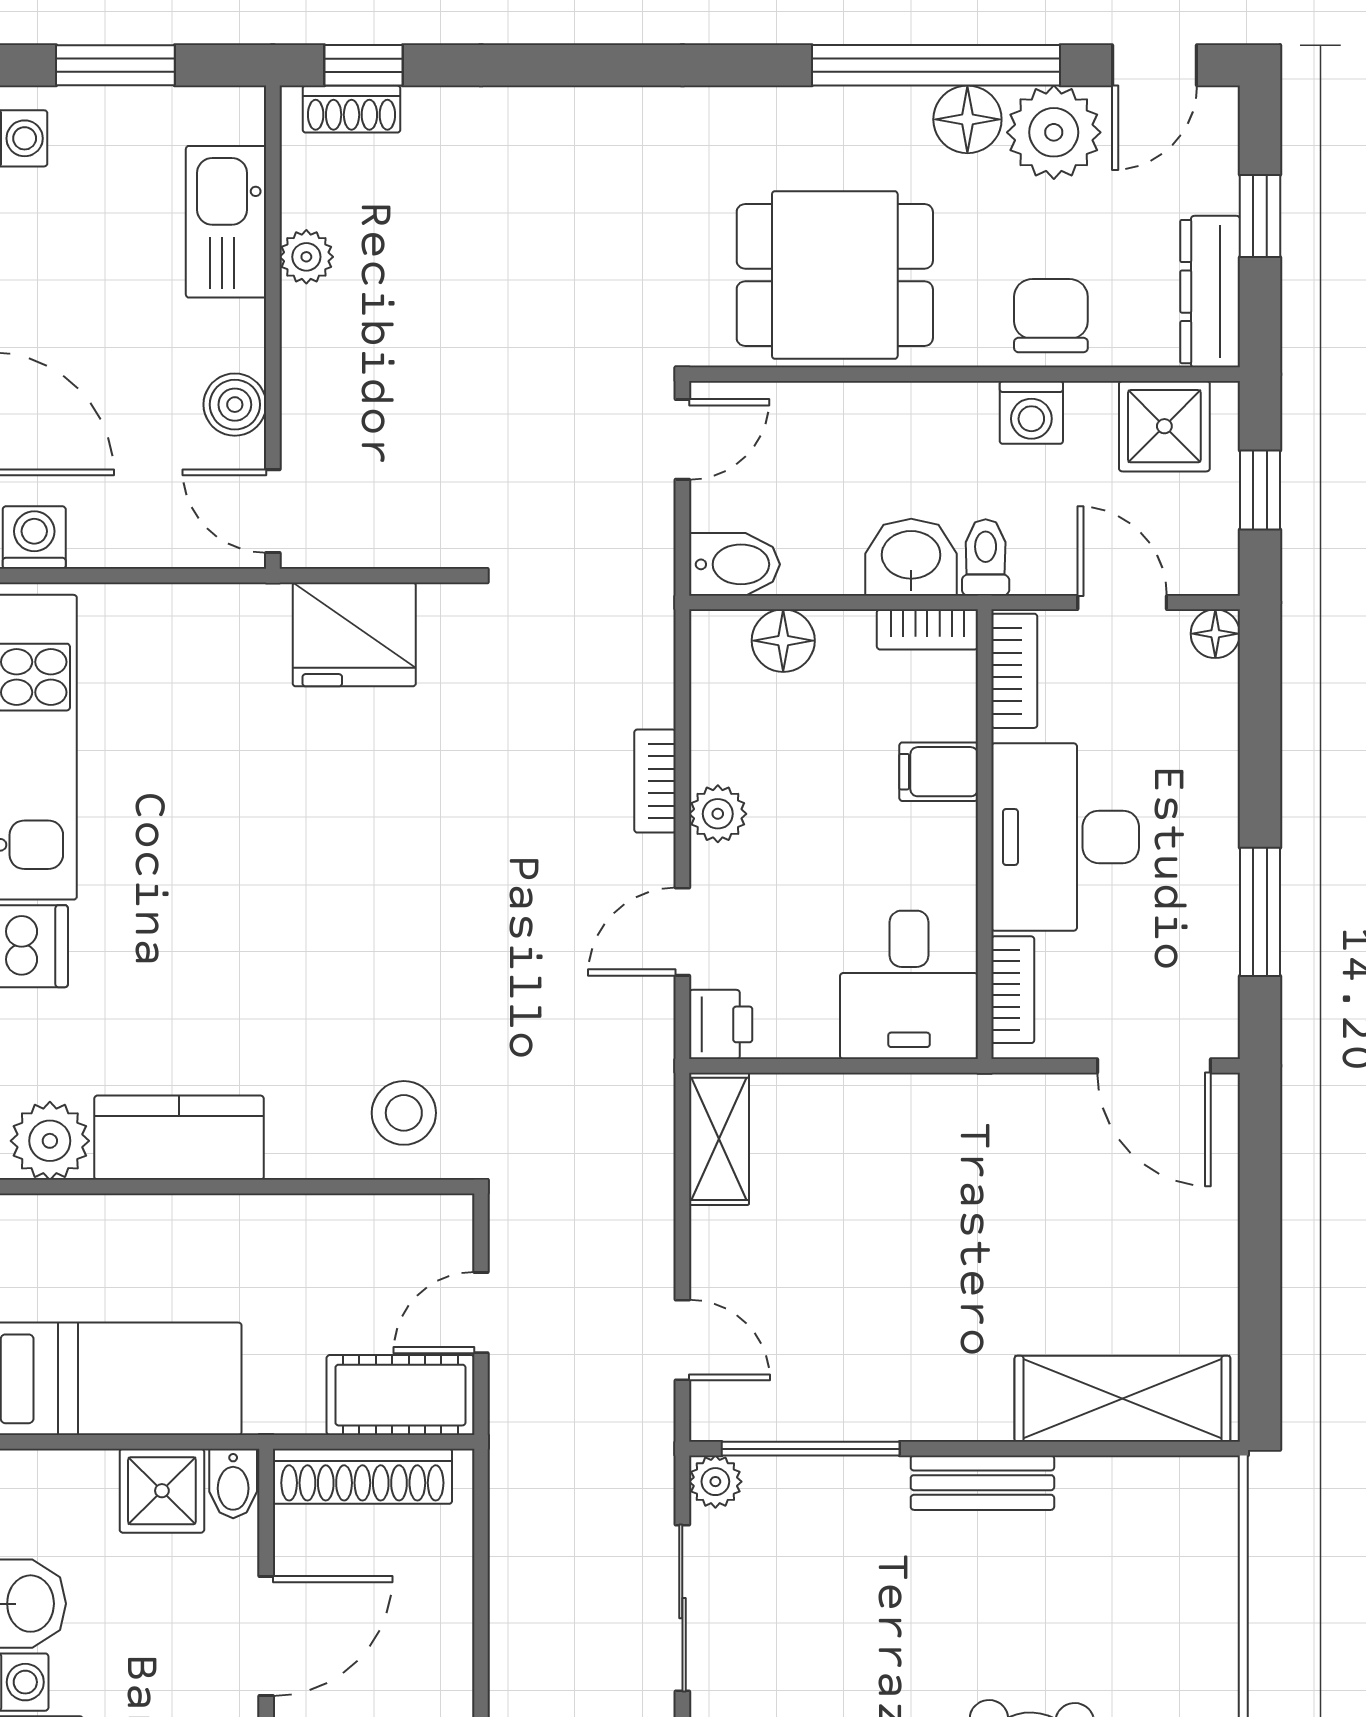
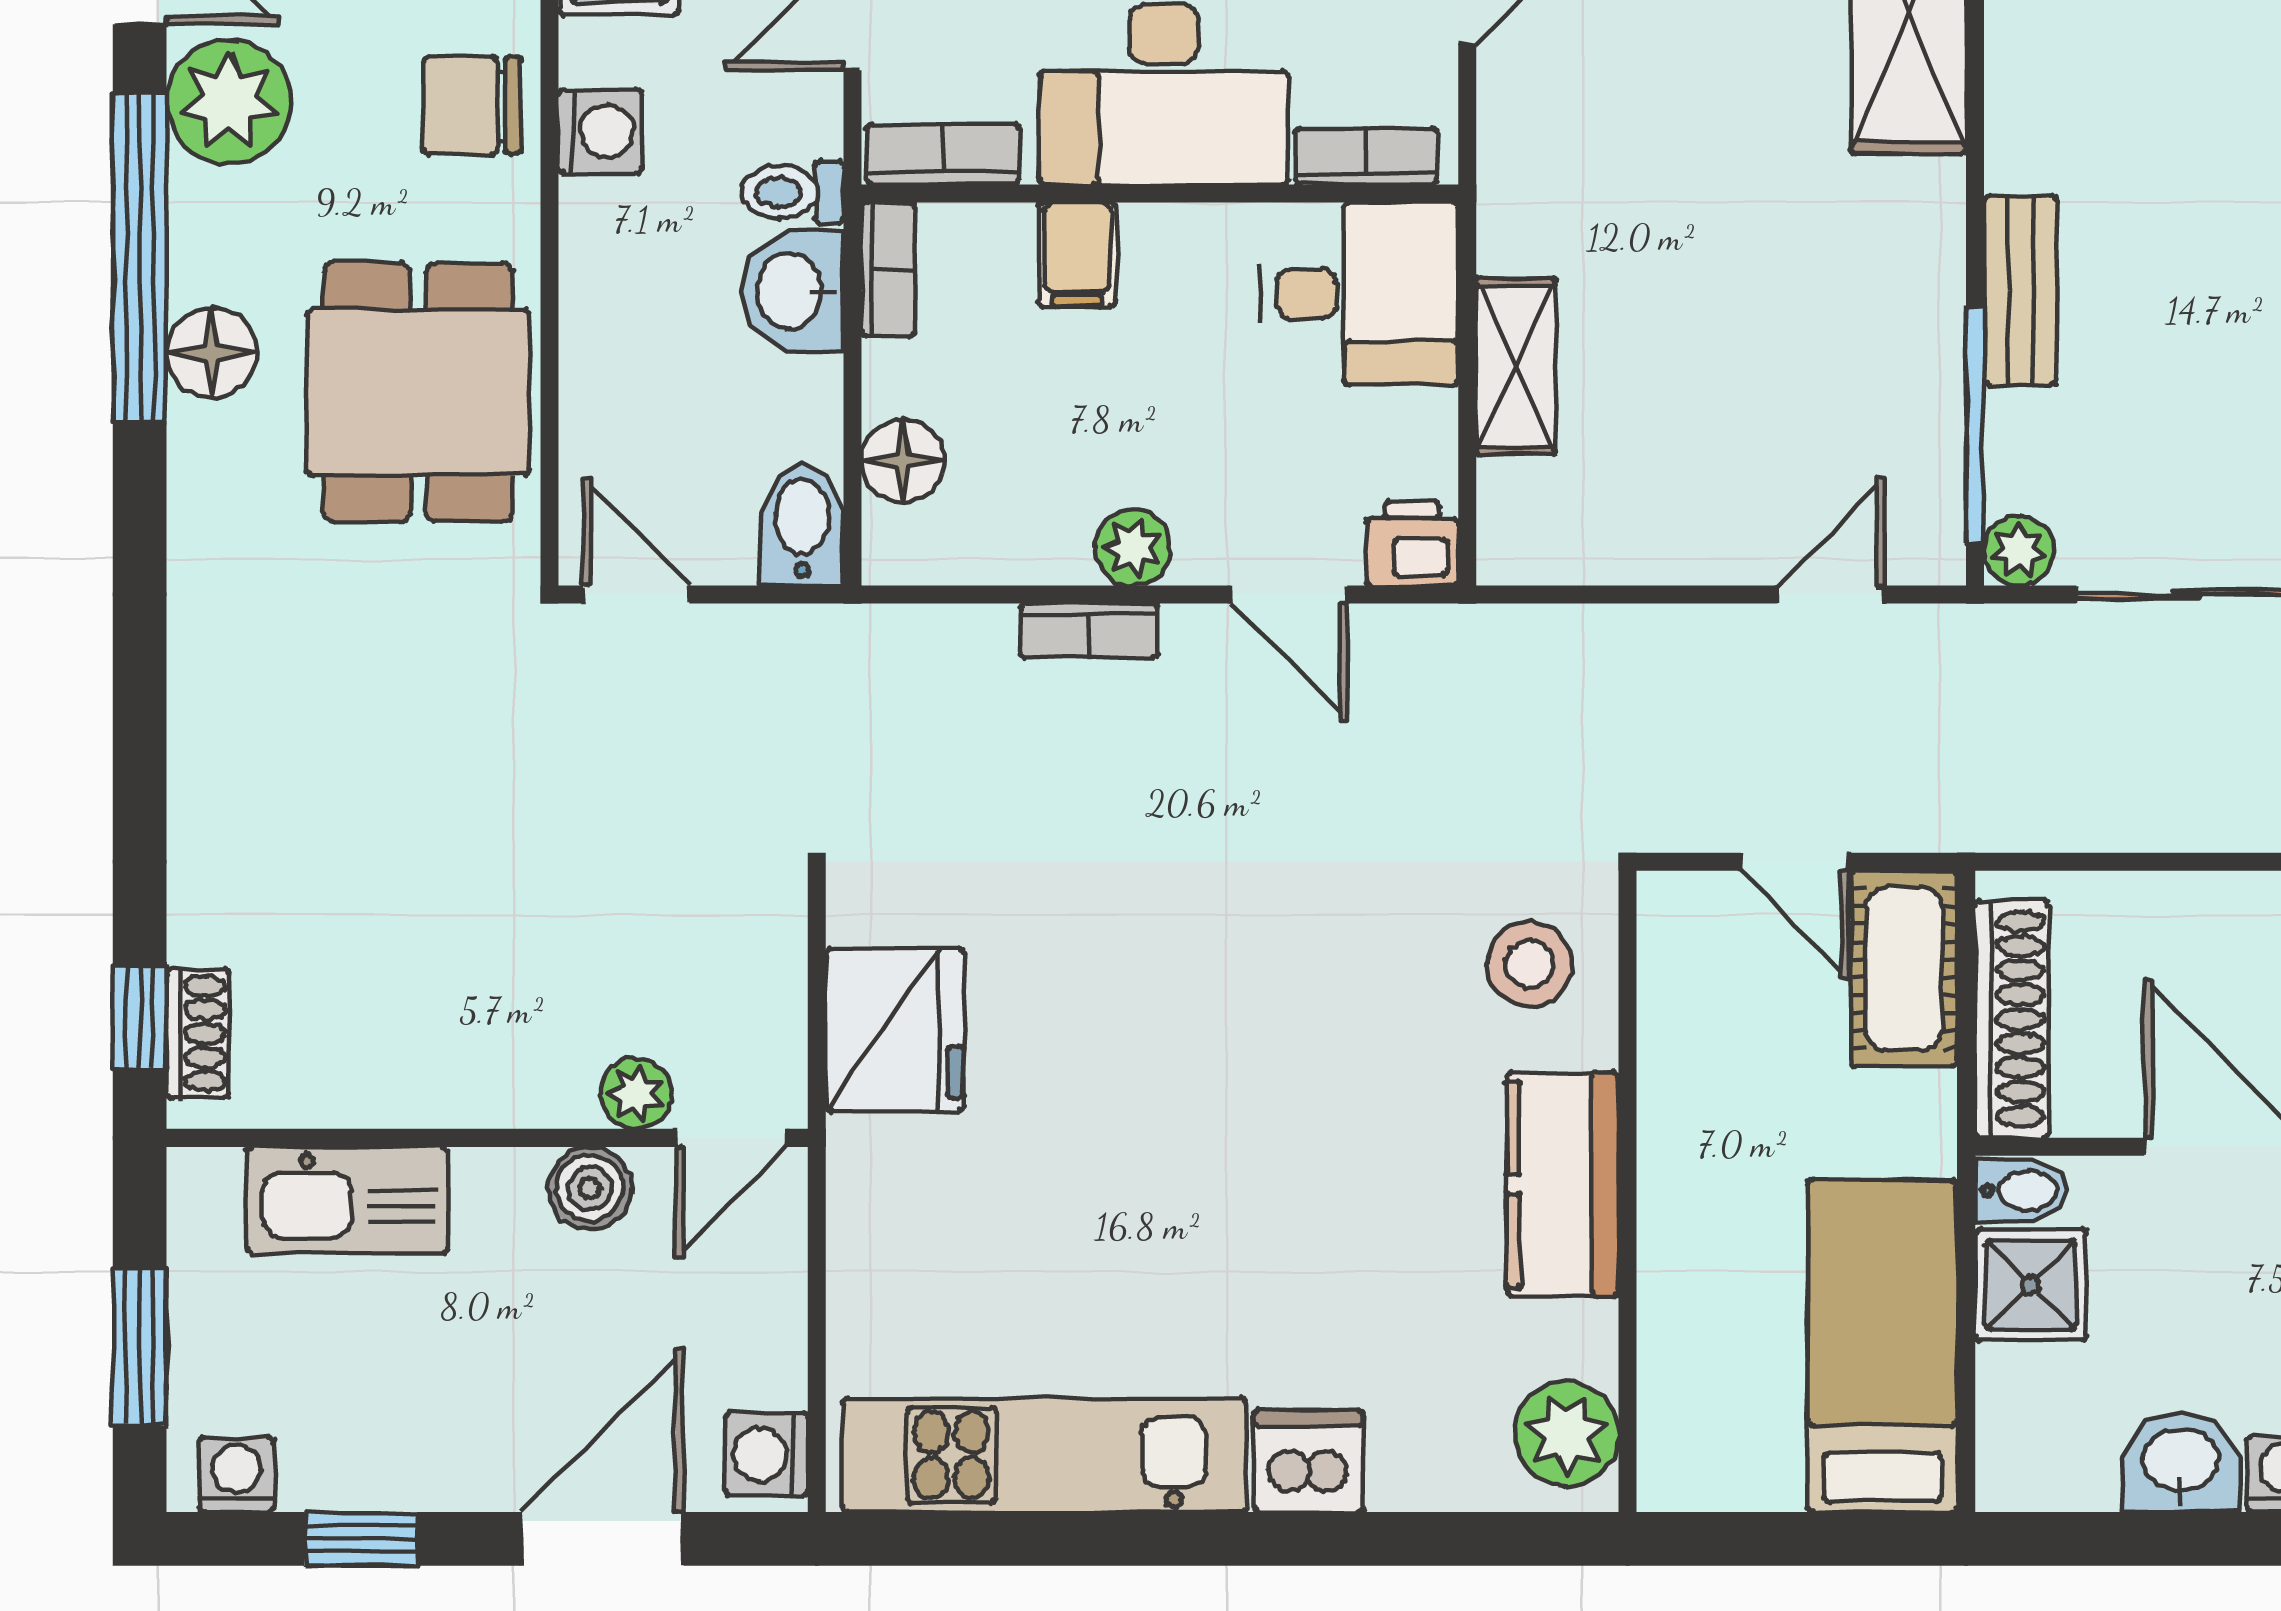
floor lamp: (967, 119) -> (212, 352), moved
plant: (306, 257) -> (636, 1093), moved
kitchen counter: (179, 1138) -> (1563, 1184), moved
shelving: (719, 1139) -> (1516, 366), moved, turned 90
bench: (982, 1483) -> (2020, 290), moved

